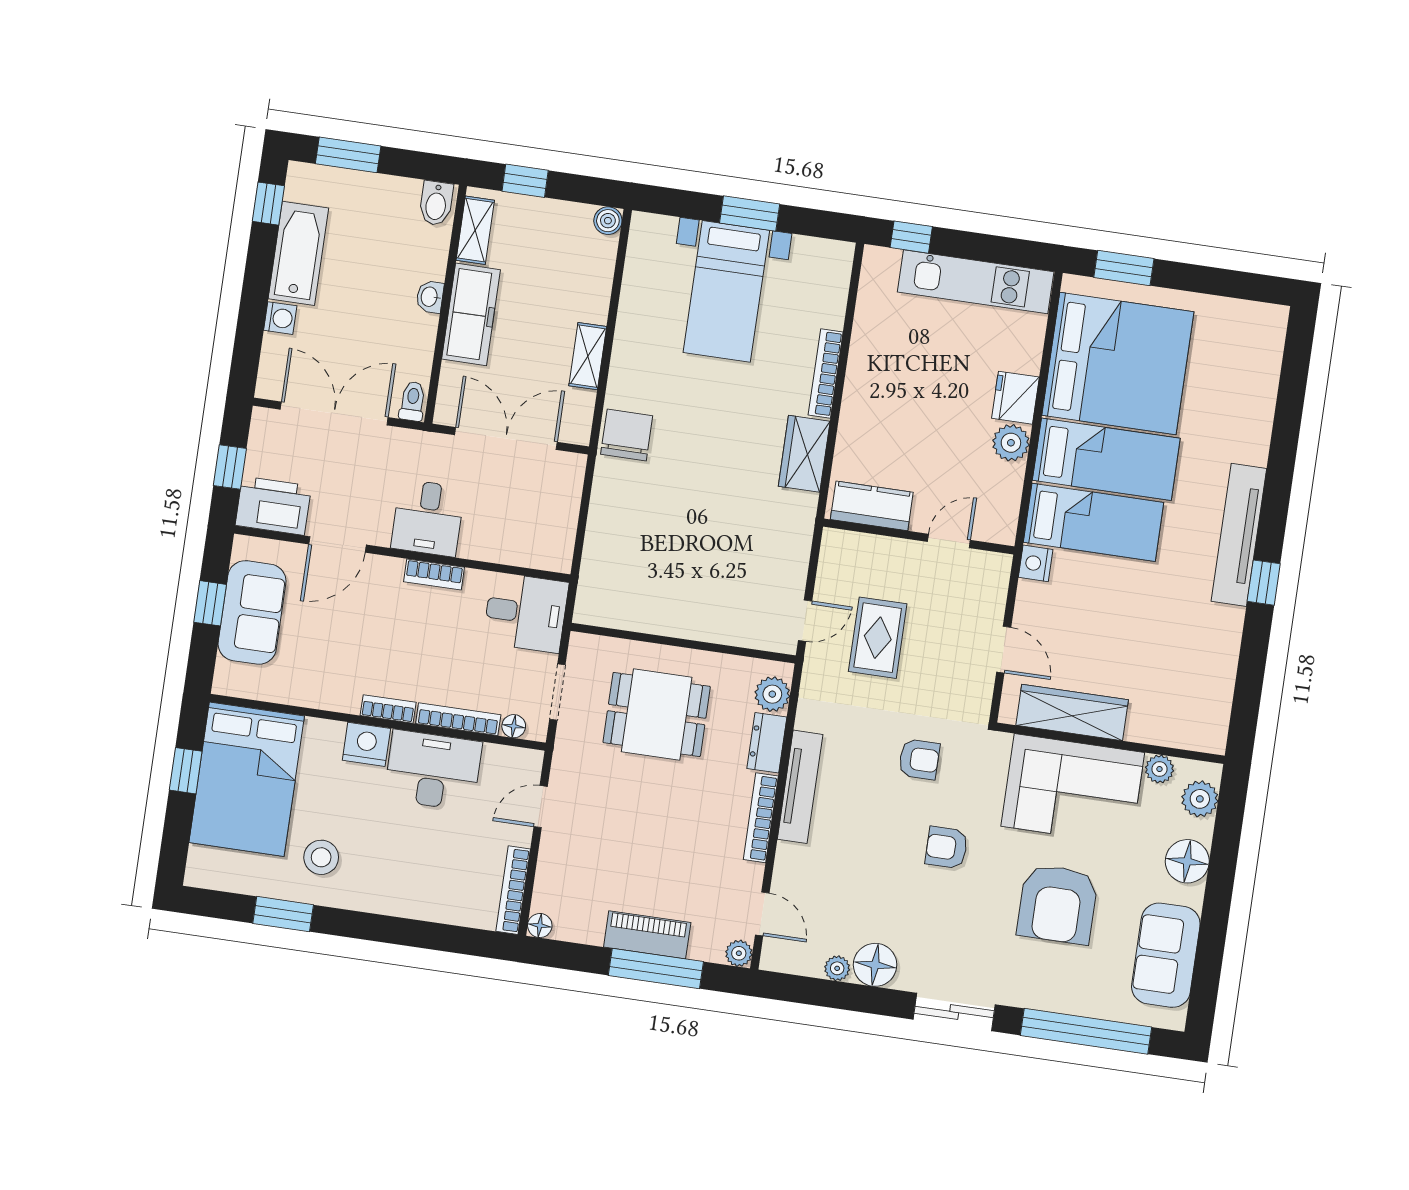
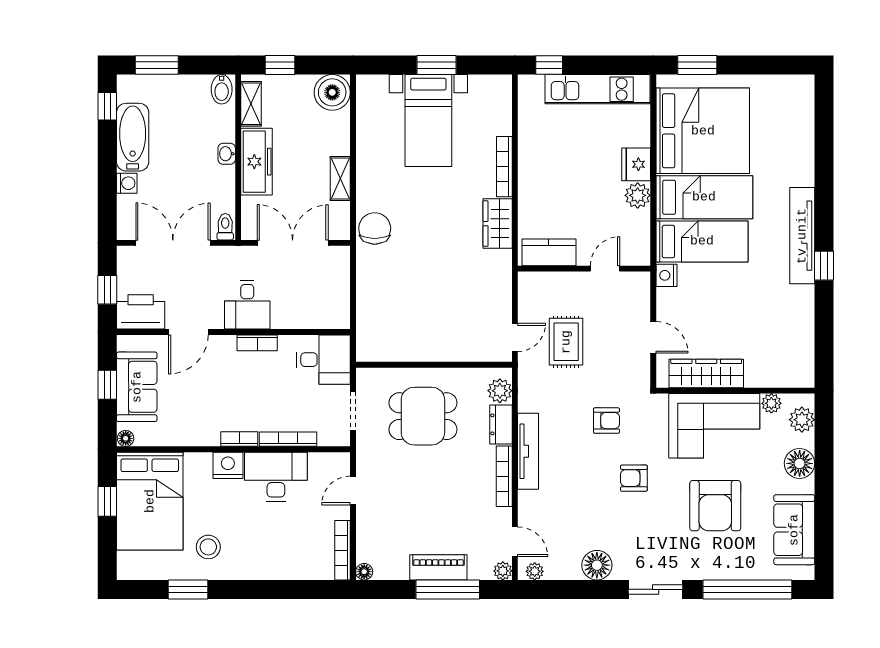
boiler: (608, 221) -> (332, 92), width x1.86, depth x1.86
floor lamp: (514, 726) -> (126, 438), moved
plant: (837, 968) -> (535, 571), moved

